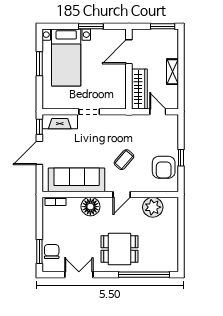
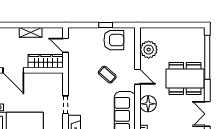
door: (158, 112) -> (66, 45), hinge flipped
dining table: (120, 249) -> (185, 78), width x1.38

